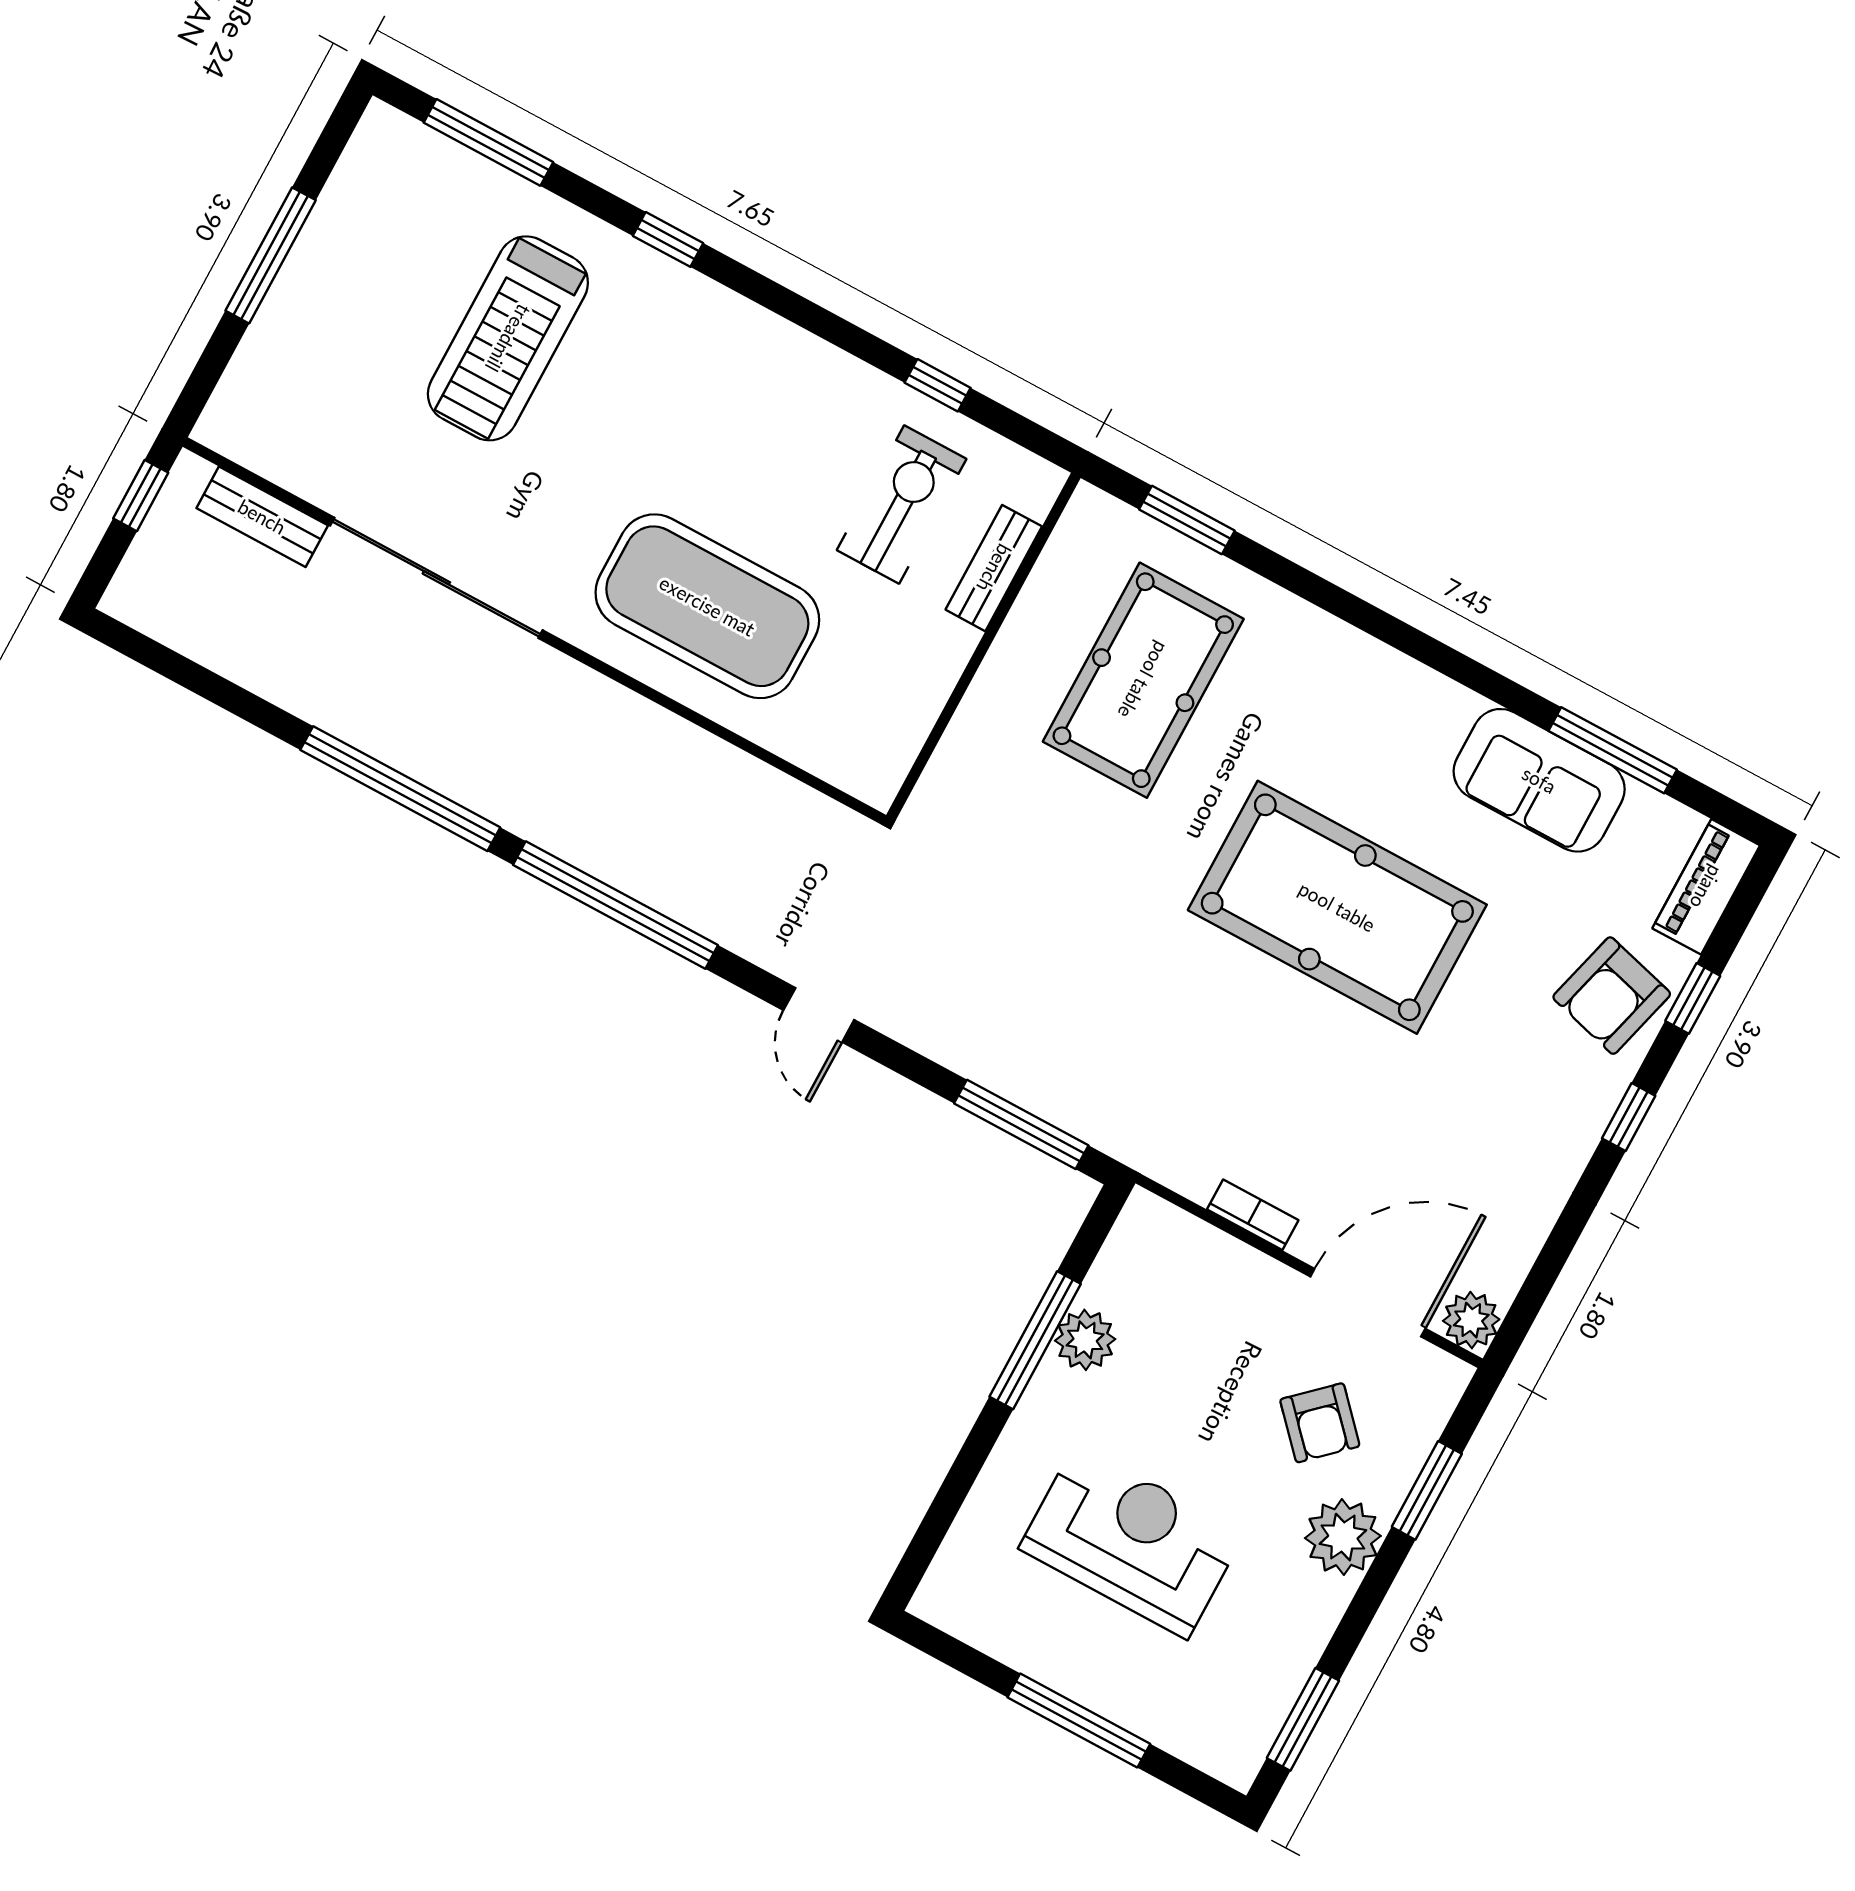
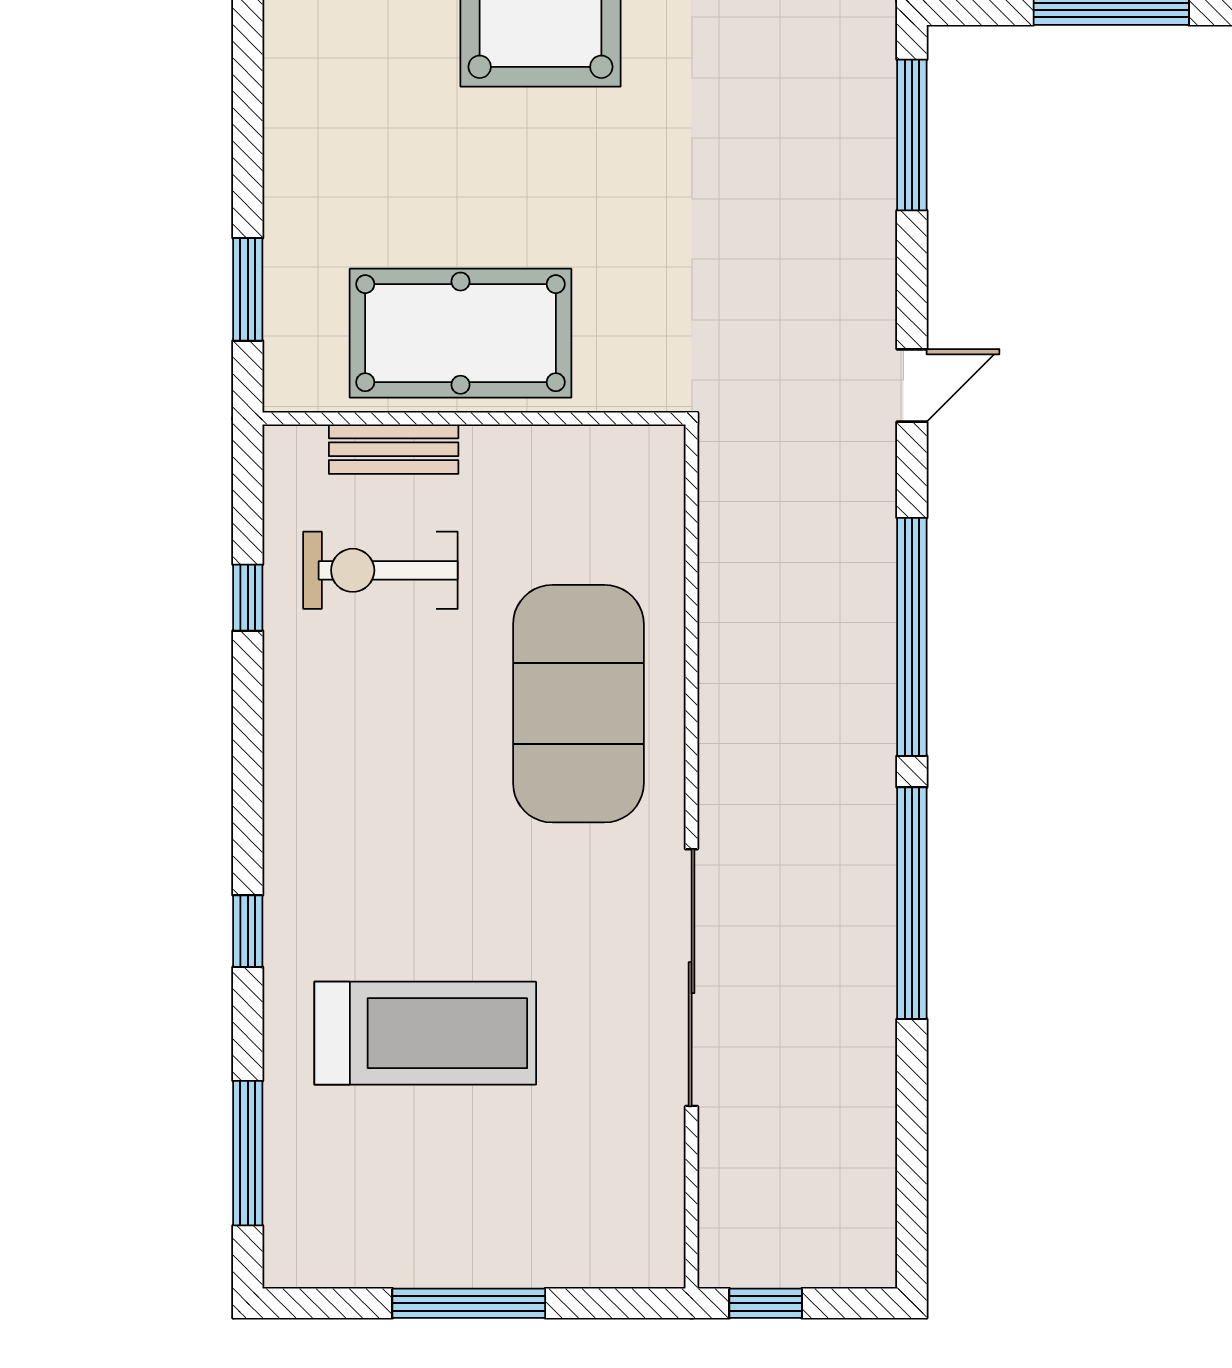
bench: (262, 517) -> (723, 1176), removed
pool table: (1143, 680) -> (461, 333), moved

